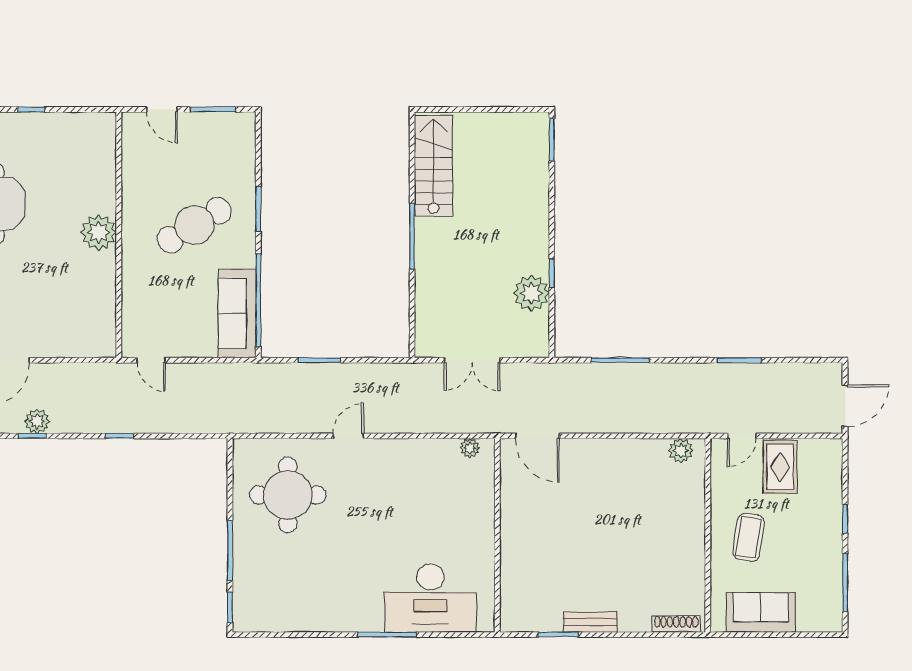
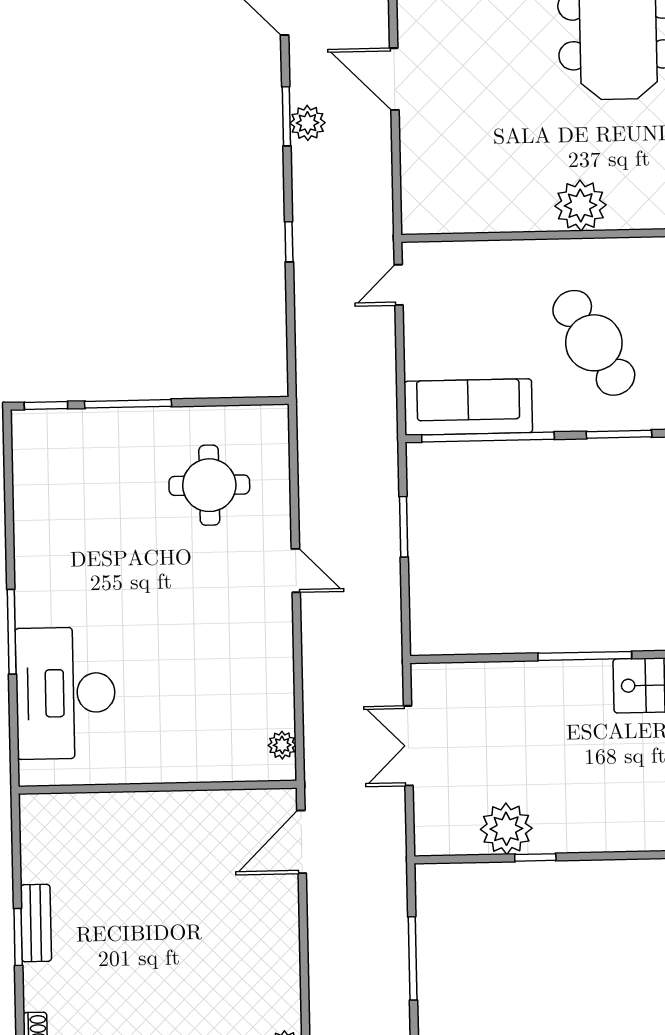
window: (32, 436) -> (286, 116), width x1.50
round table: (288, 495) -> (209, 485), width x0.73, depth x0.73
window: (558, 635) -> (18, 937), moved

